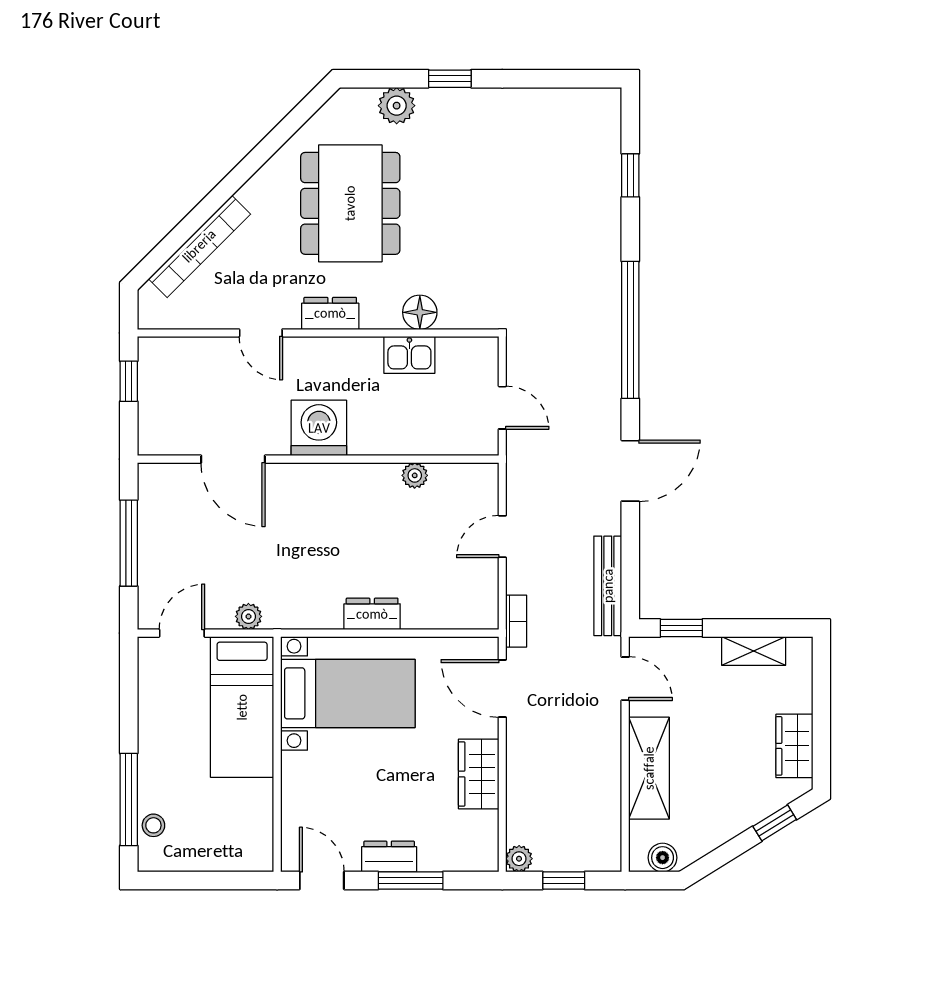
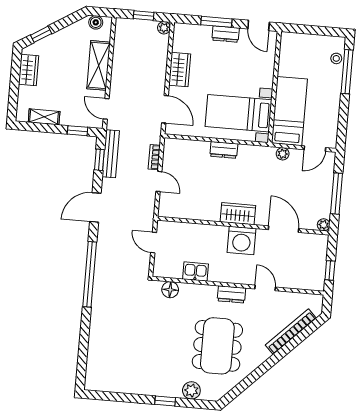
window: (630, 175) -> (99, 160), moved
floor lamp: (420, 312) -> (170, 290), moved
plant: (415, 475) -> (324, 225), moved
wardrobe: (331, 483) -> (238, 214), added
door: (502, 537) -> (159, 181), hinge flipped
bookcase: (516, 621) -> (154, 157), moved

